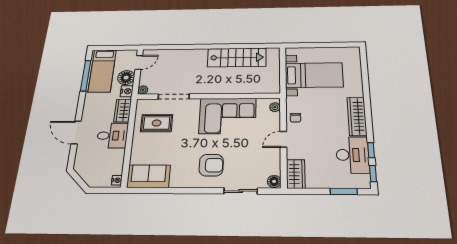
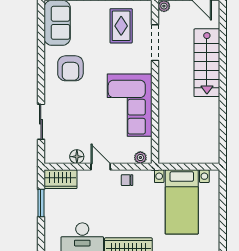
stairs: (237, 58) -> (207, 63), moved
armchair: (211, 165) -> (70, 68), moved
floor lamp: (274, 181) -> (77, 157), moved
window: (344, 192) -> (41, 203), moved

